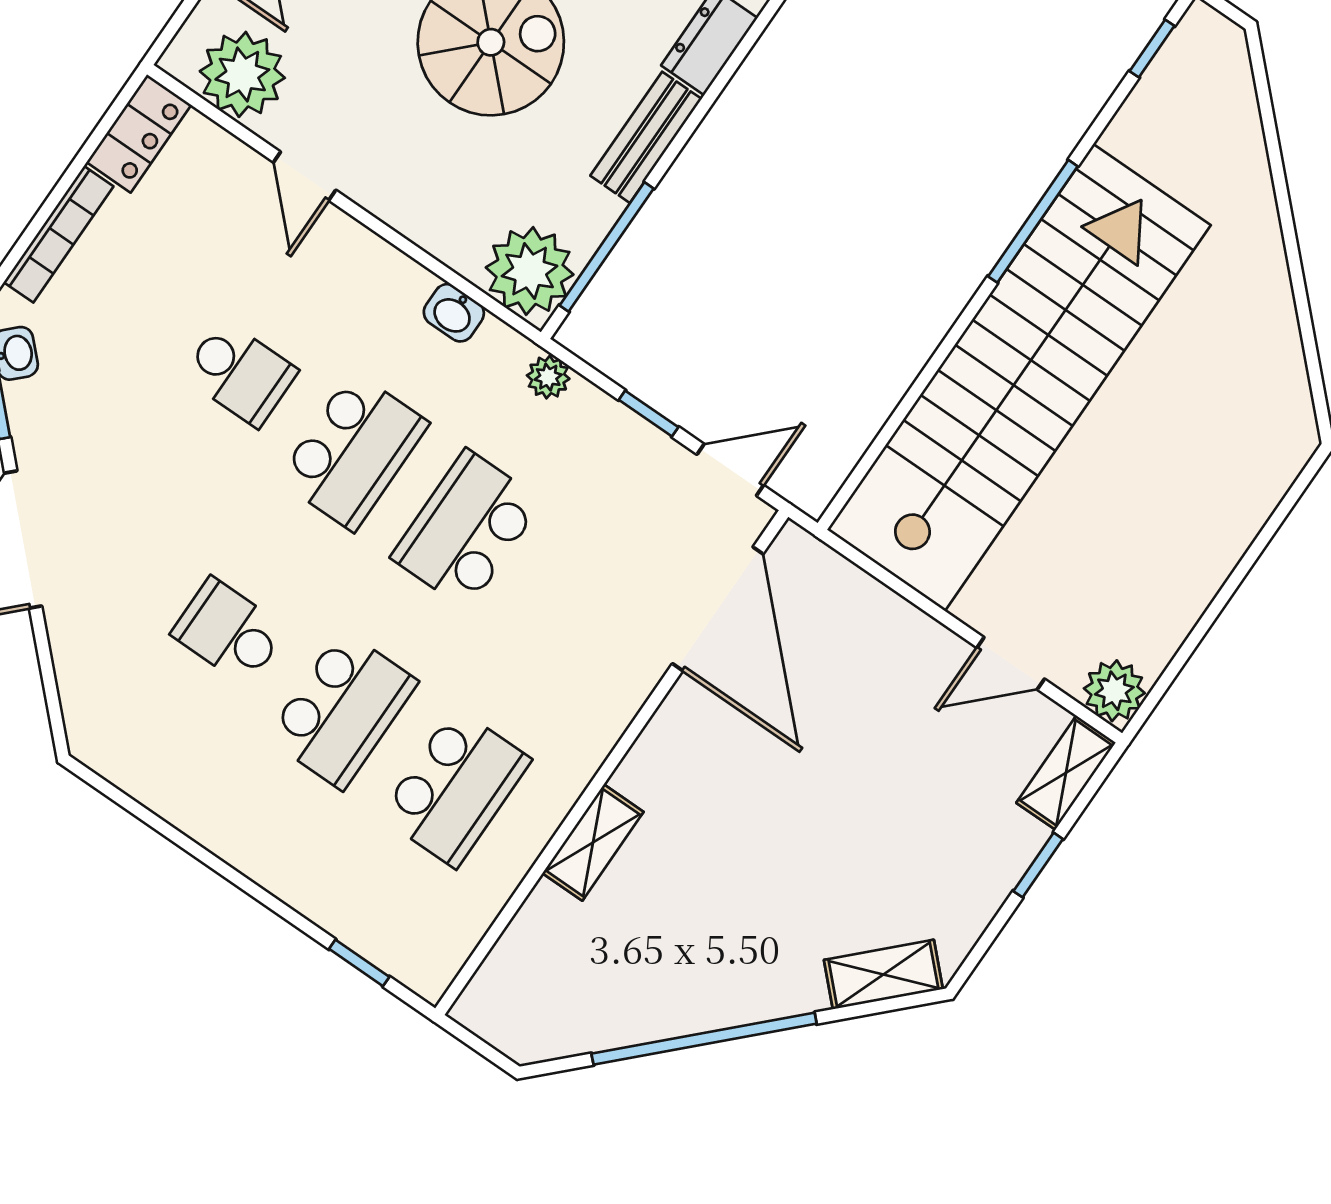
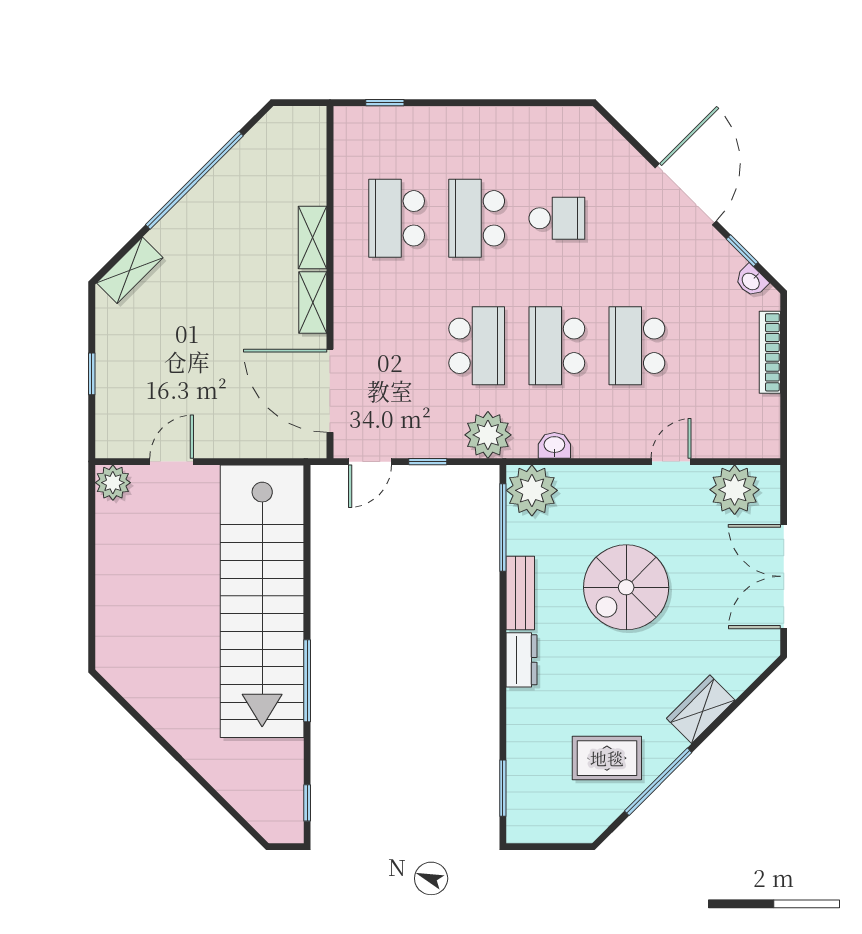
locker: (139, 133) -> (765, 427), removed
door: (305, 176) -> (671, 462), hinge flipped
school desk: (240, 373) -> (637, 346), width x1.85
plant: (548, 377) -> (488, 435), width x1.88, depth x1.88
shelving: (1066, 773) -> (313, 302), moved

